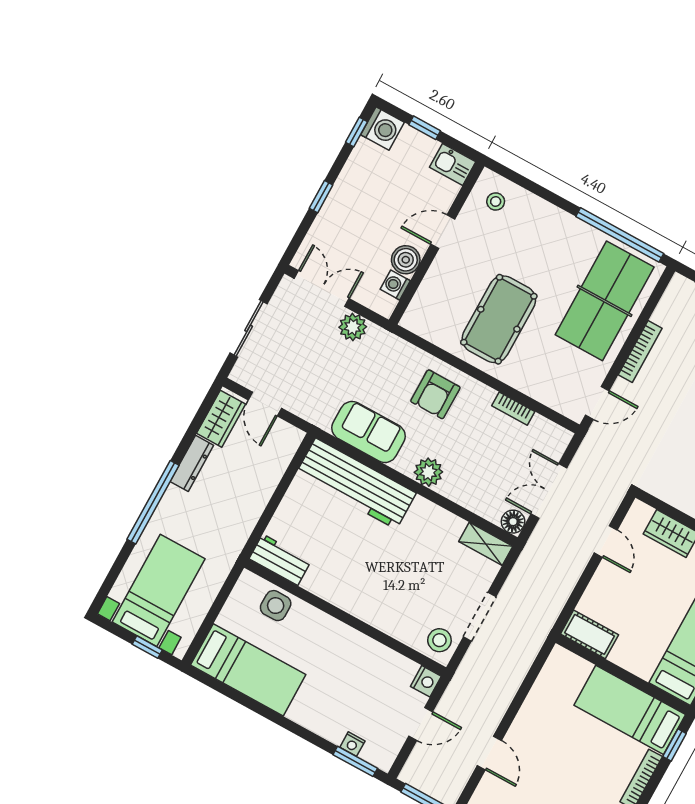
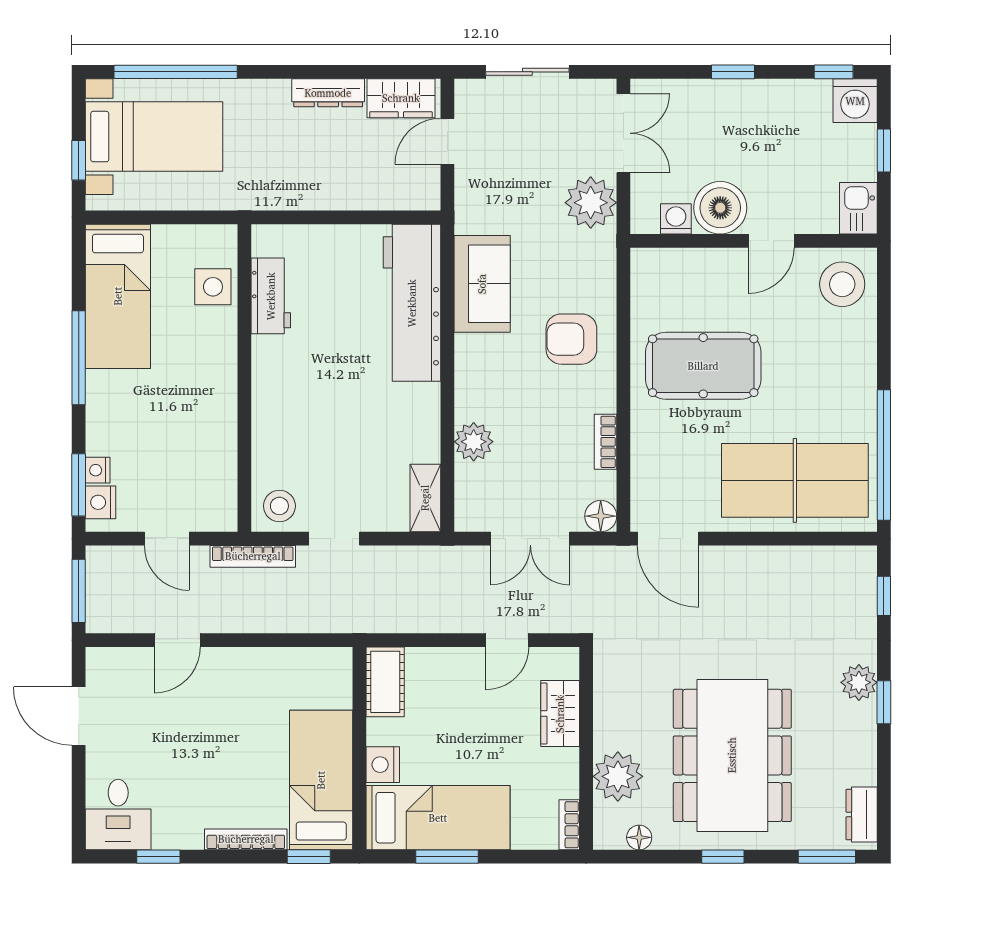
stool: (496, 201) -> (842, 284), width x1.89, depth x1.89
door: (443, 232) -> (771, 241), swing flipped
boiler: (406, 260) -> (720, 208), width x1.37, depth x1.37
plant: (353, 327) -> (591, 203), width x1.36, depth x1.36
bookcase: (640, 352) -> (253, 556), moved
door: (597, 403) -> (668, 539), width x1.38
plant: (428, 472) -> (474, 442), moved
double door: (549, 491) -> (530, 539), swing flipped
window: (153, 502) -> (176, 72), moved
floor lamp: (513, 522) -> (601, 516), moved
workbench: (280, 560) -> (271, 296), moved
doorway: (480, 617) -> (334, 539), width x0.73
nightstand: (642, 665) -> (383, 765), added
nightstand: (426, 681) -> (101, 502), moved, turned 90
window: (274, 717) -> (79, 358), added

